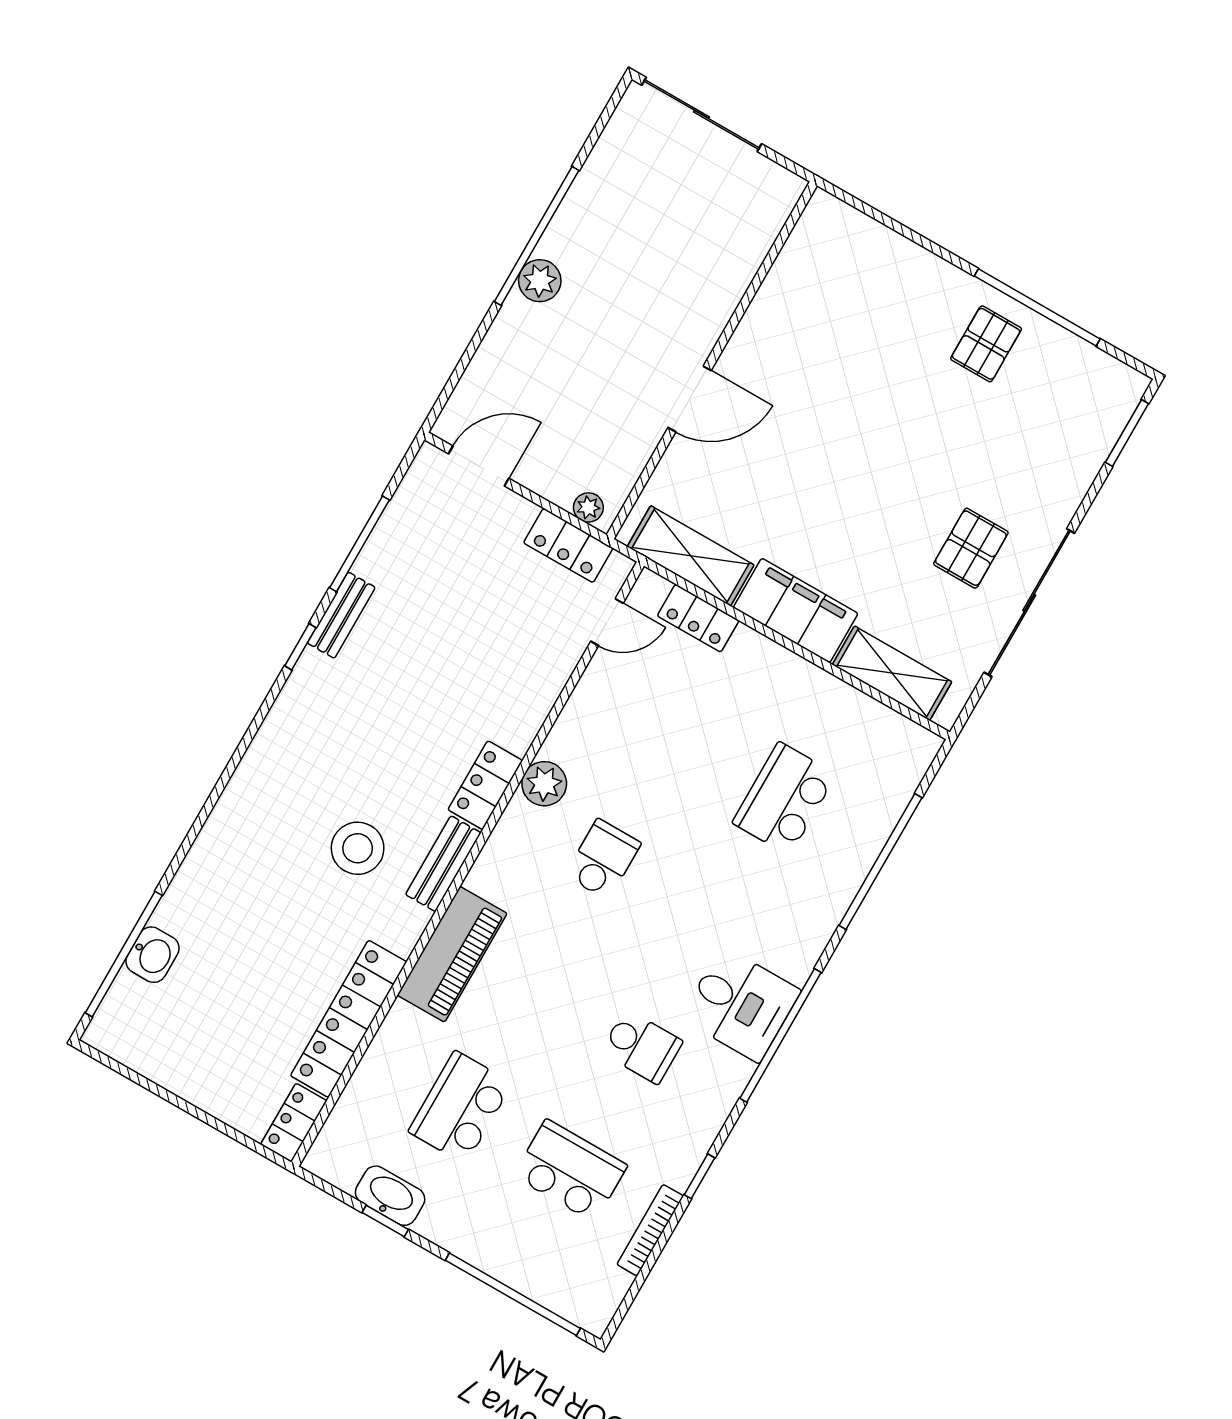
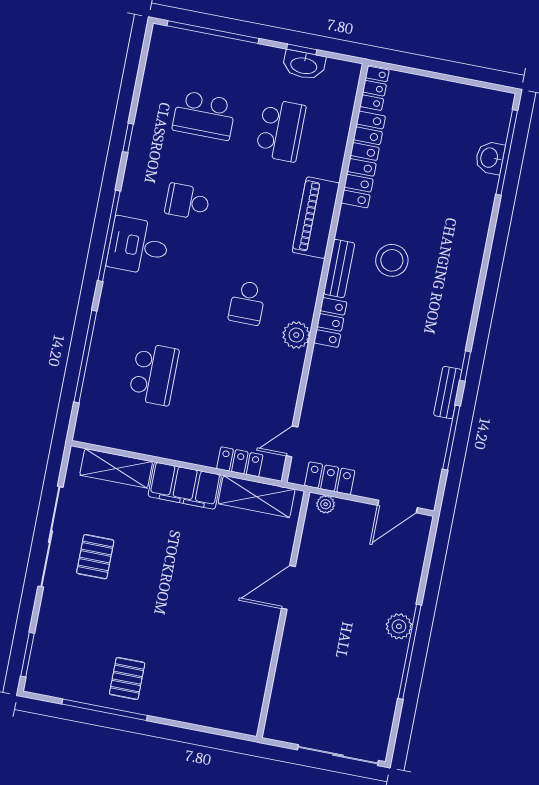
bookcase: (650, 1230) -> (146, 97), removed

